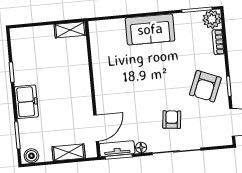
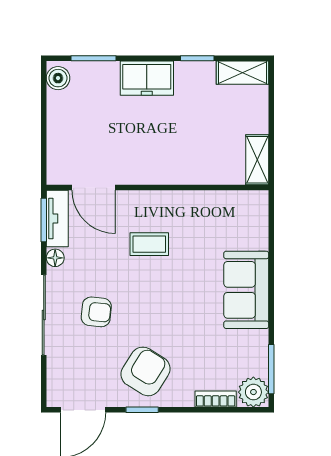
armchair: (205, 86) -> (145, 371), turned 100
coffee table: (128, 91) -> (149, 244), added
shelving: (69, 152) -> (242, 73), moved, turned 90

